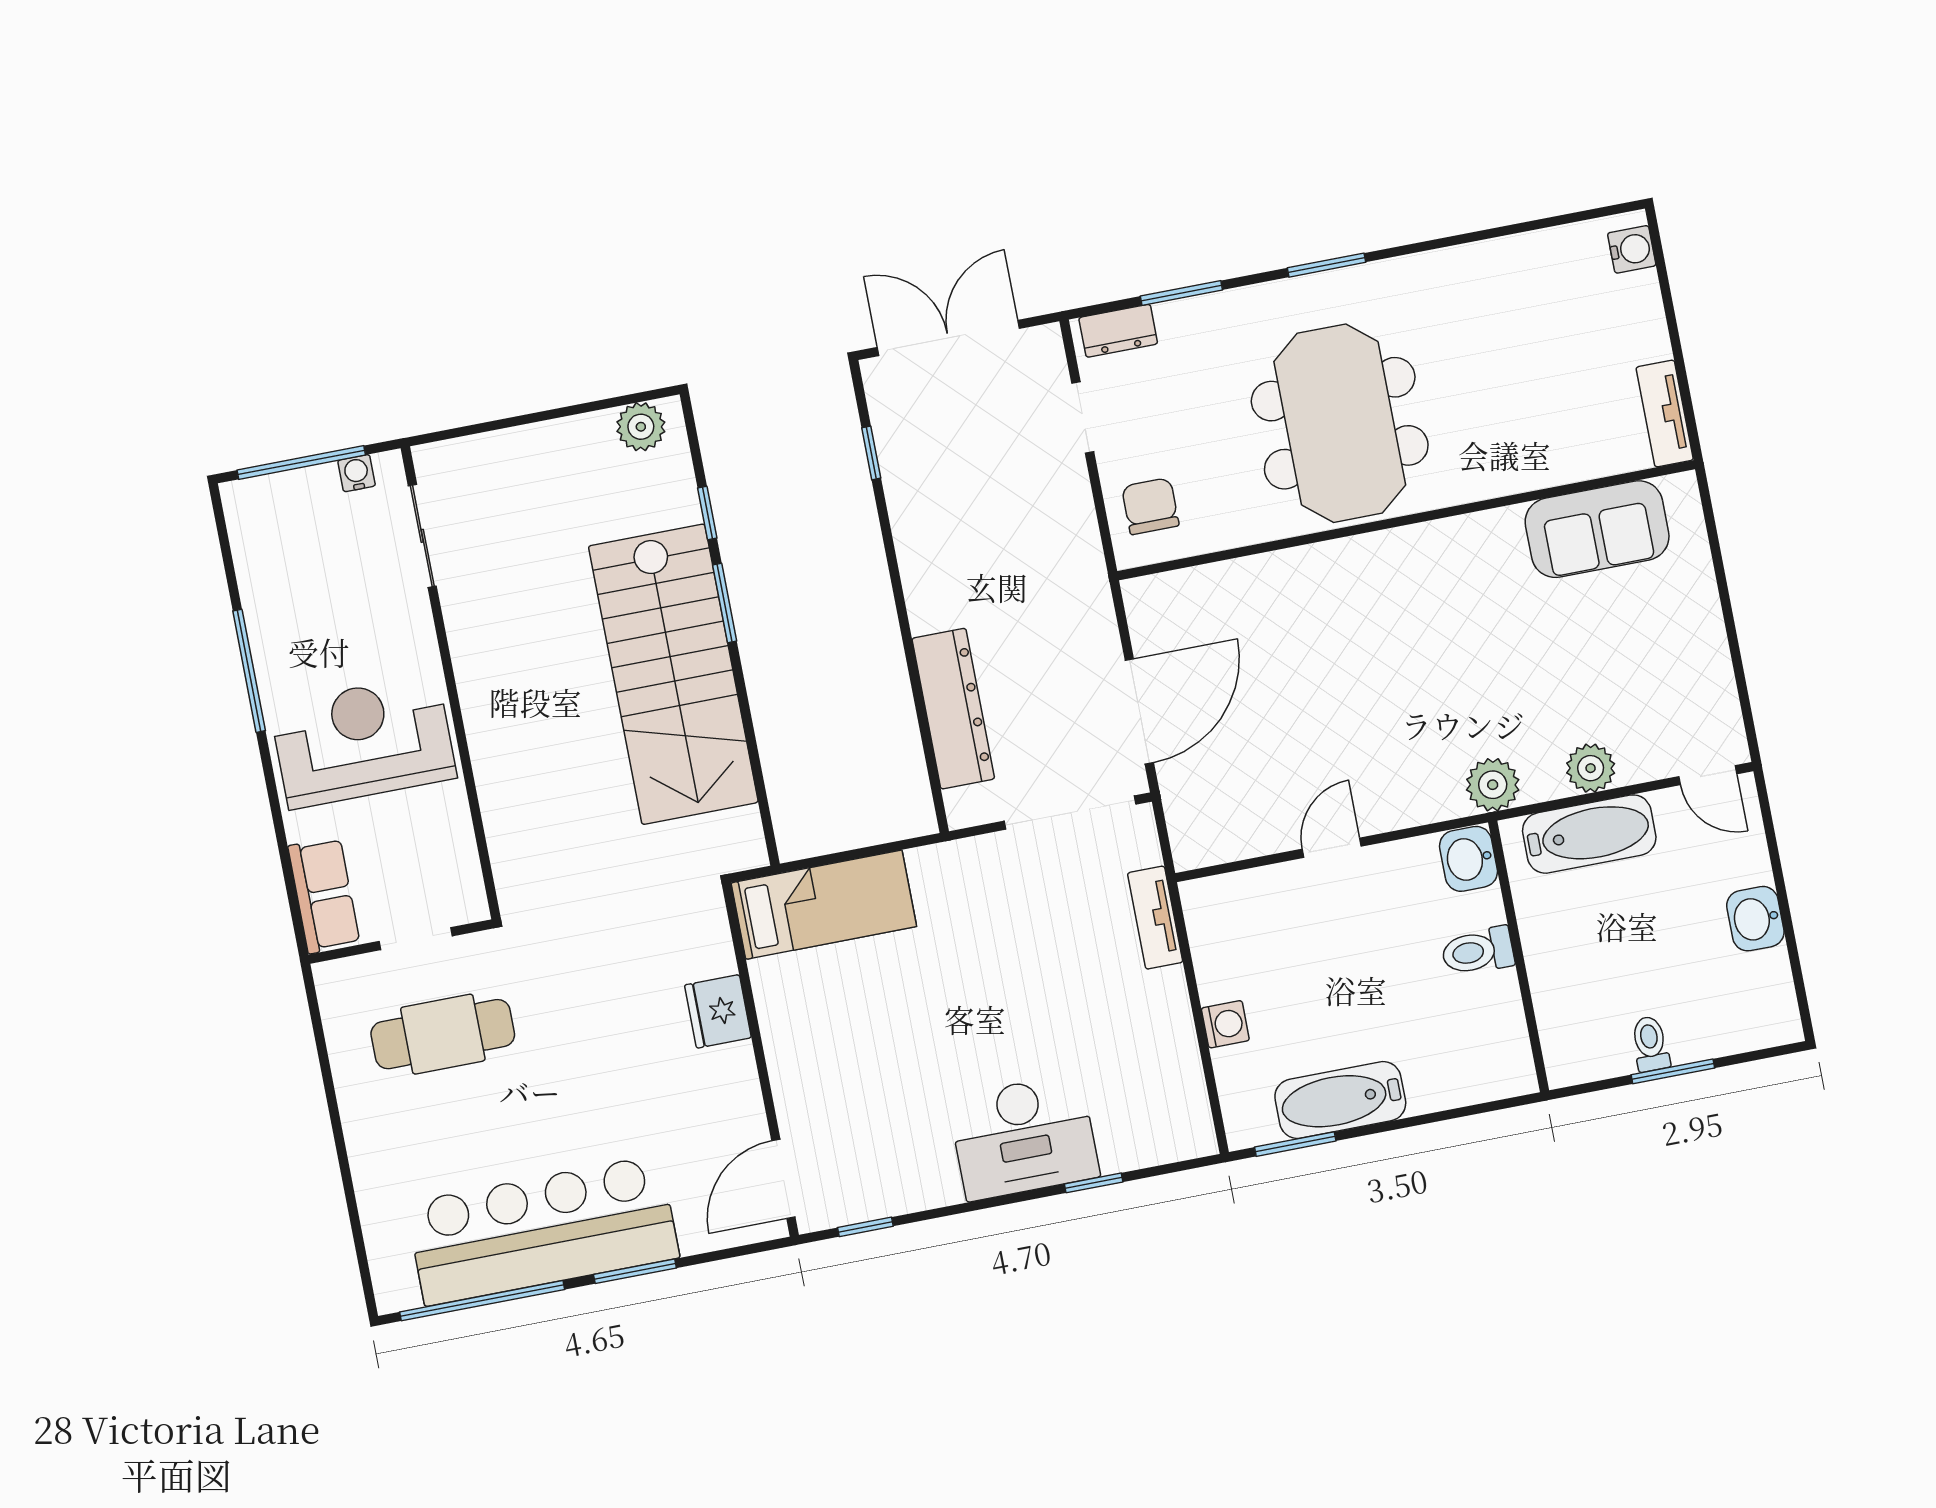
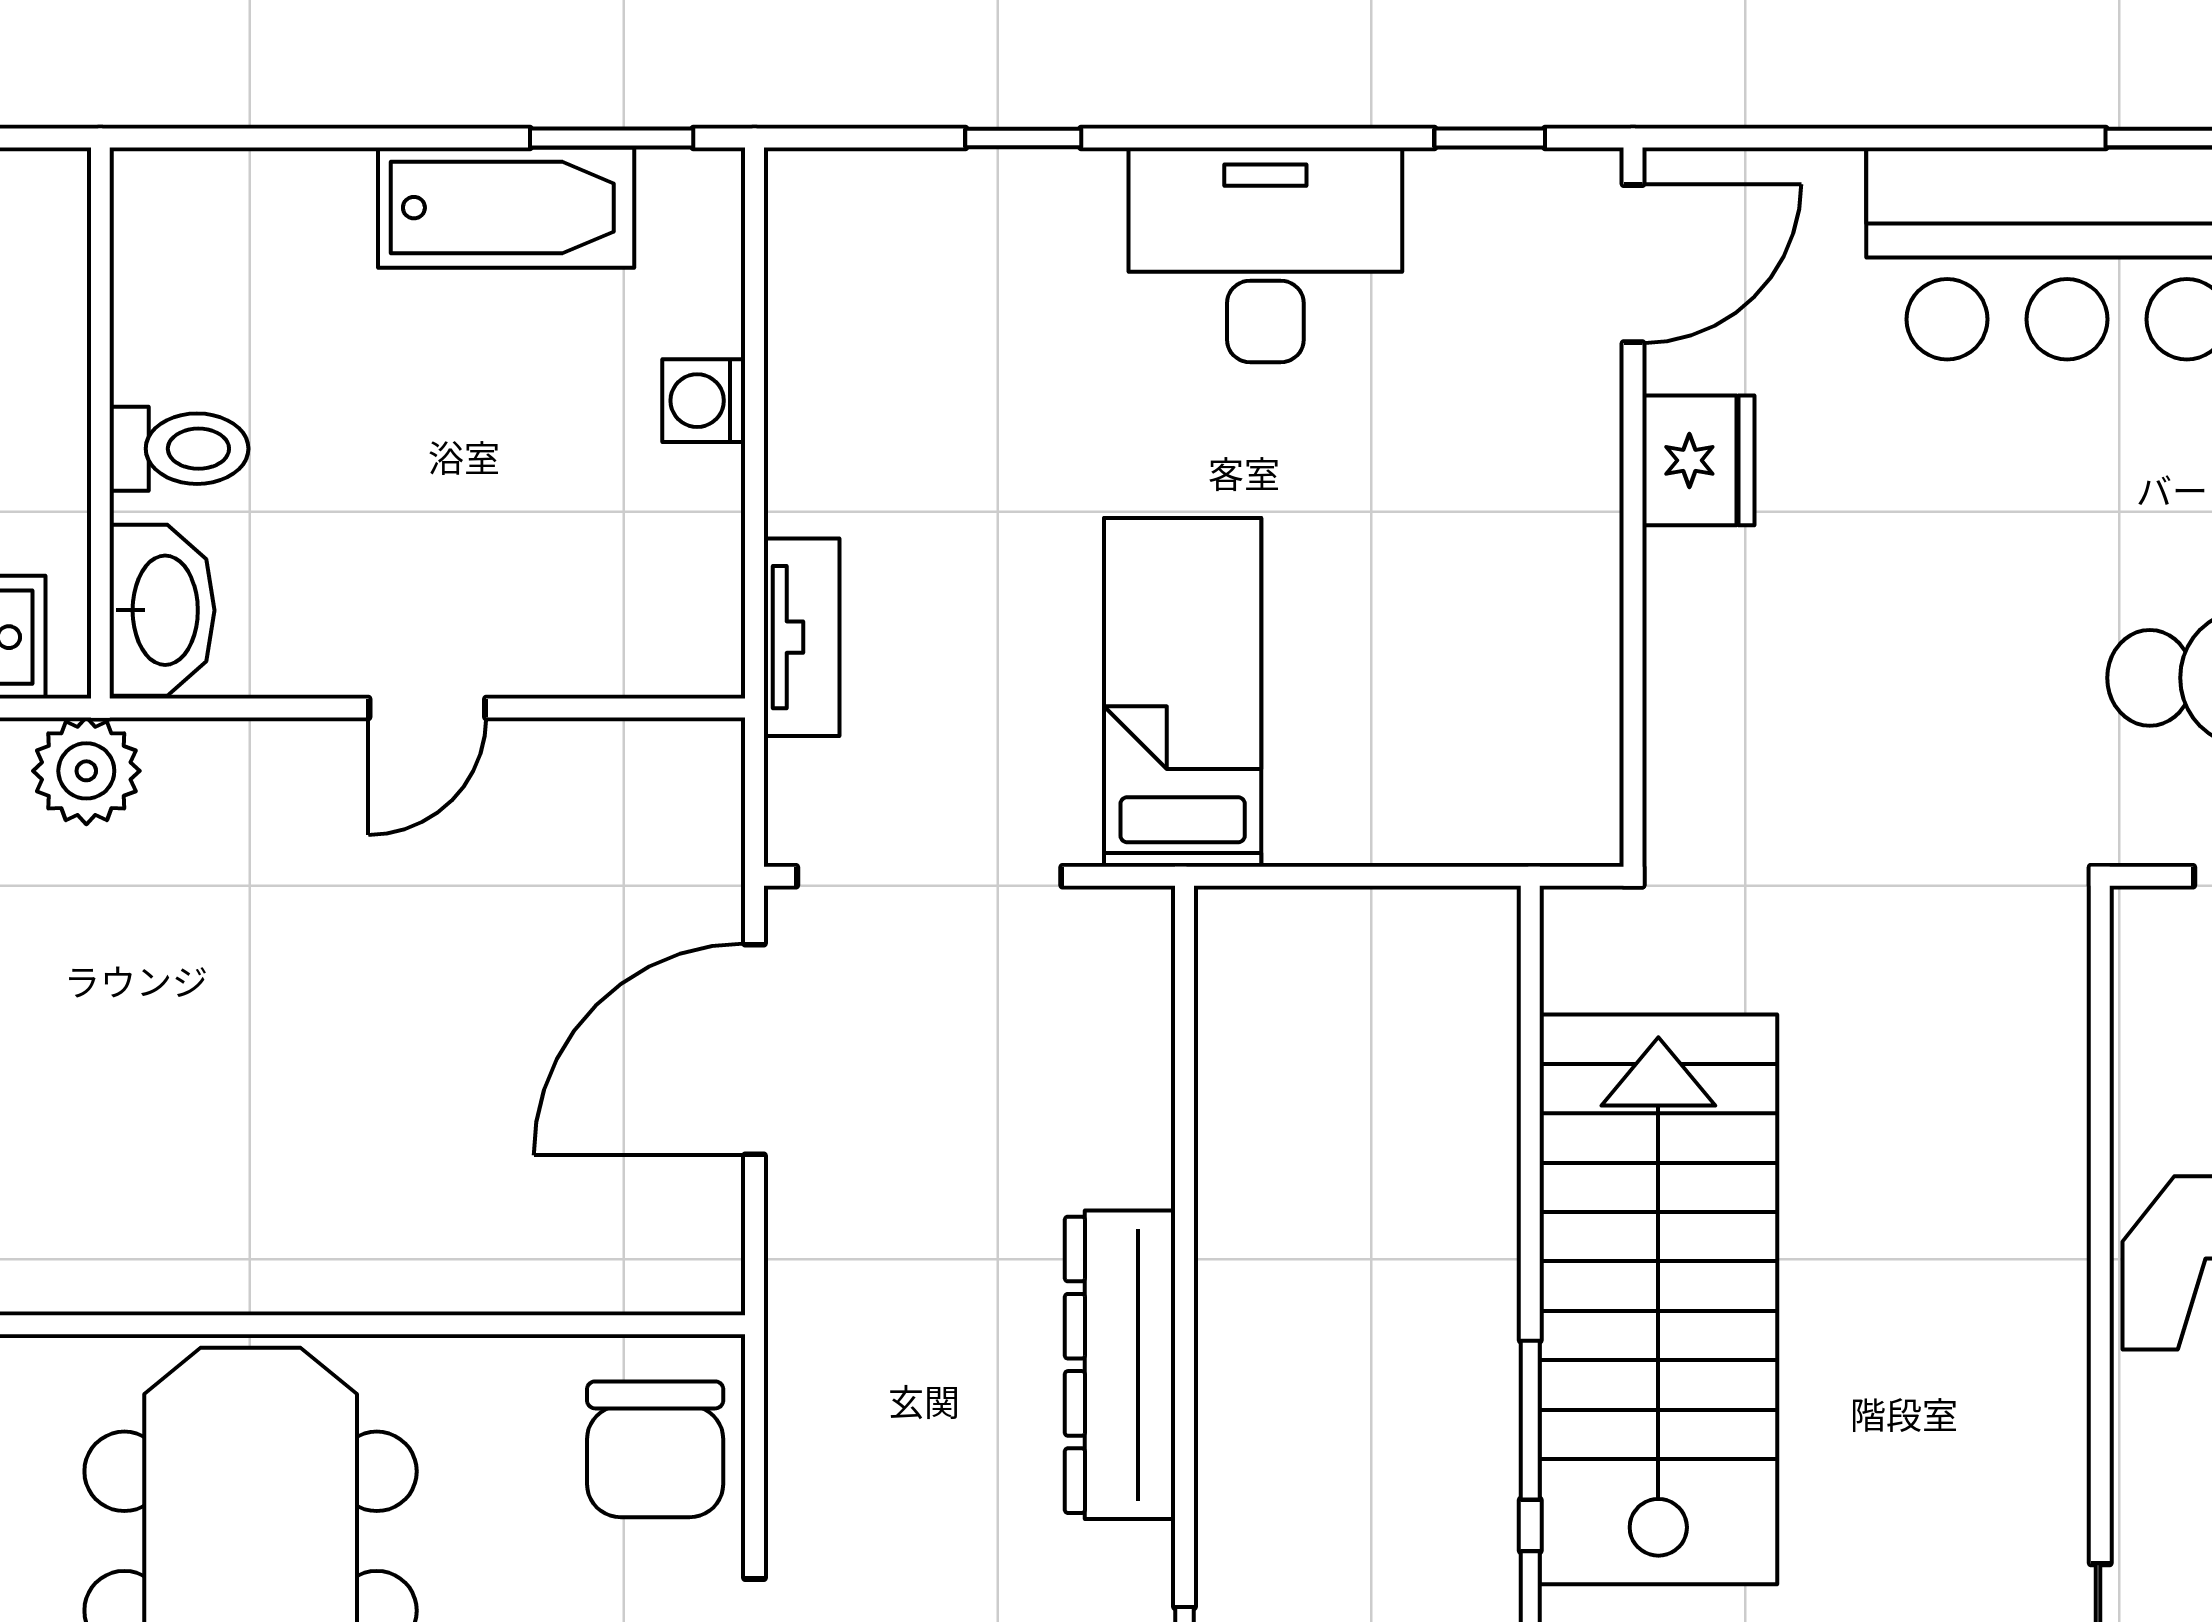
chair: (1150, 506) -> (655, 1449), width x1.37, depth x1.37
dresser: (953, 709) -> (1120, 1365), moved
washbasin: (1469, 859) -> (162, 610), width x1.38
bed: (824, 905) -> (1183, 692), moved, turned 90
fridge: (718, 1011) -> (1698, 460), moved
desk: (1024, 1137) -> (1265, 255), moved
window: (635, 1271) -> (1961, 138), removed

